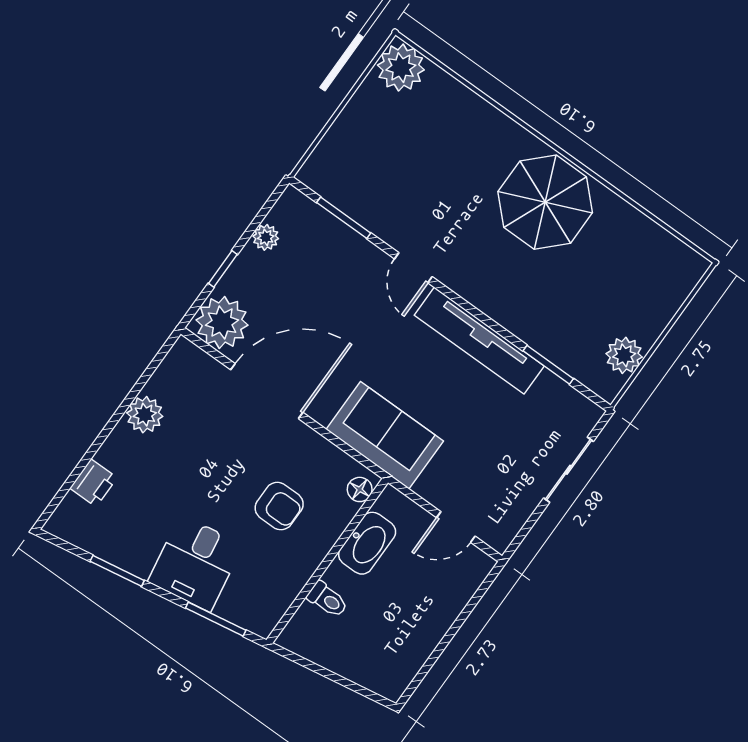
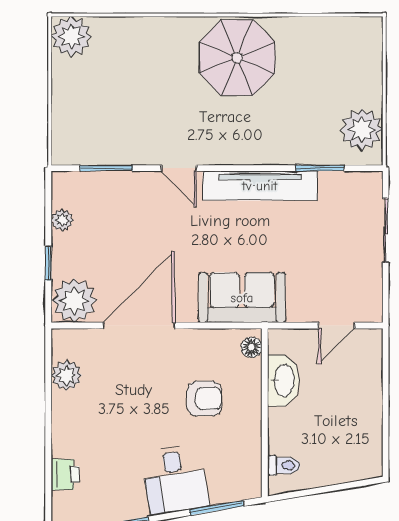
plant: (624, 355) -> (362, 130), width x1.36, depth x1.36
plant: (145, 415) -> (67, 375), moved
toilet: (327, 599) -> (284, 465), moved

